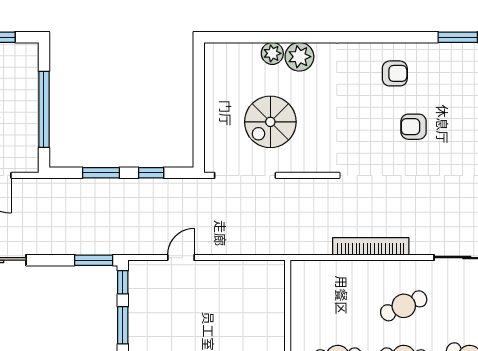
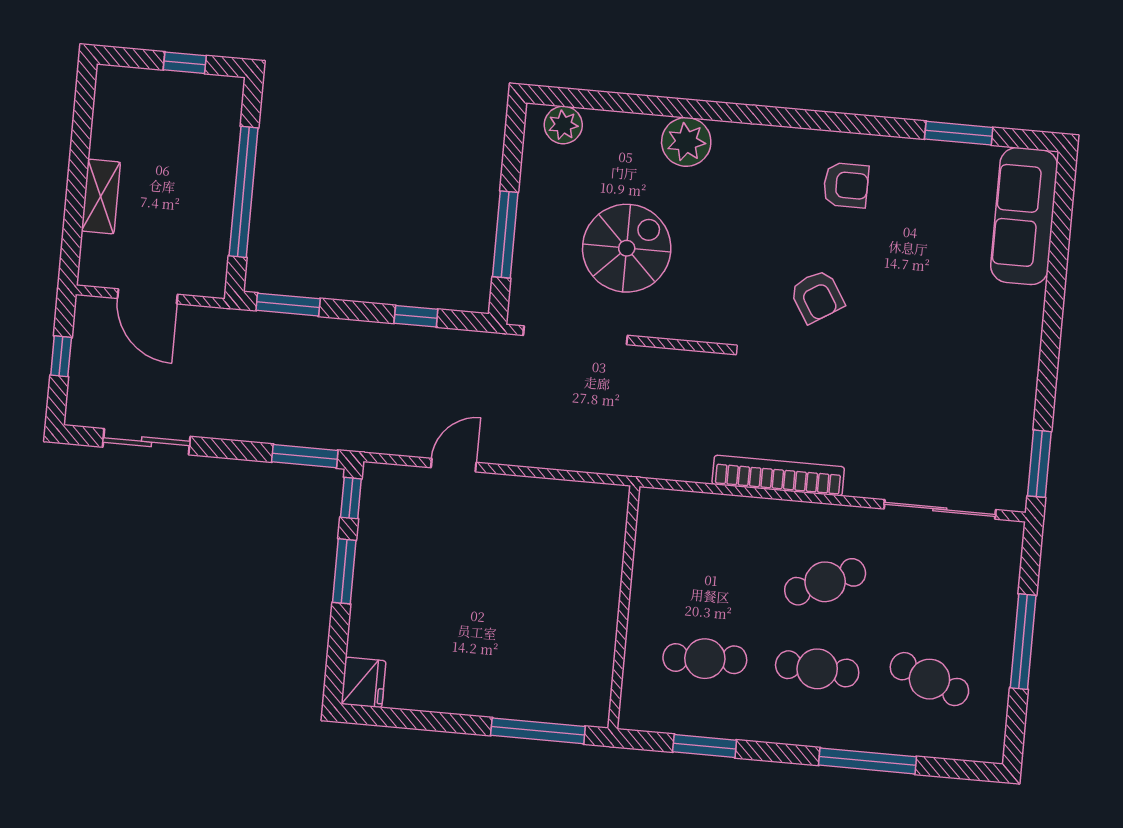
plant: (272, 53) -> (563, 125), moved
window: (199, 120) -> (505, 234), added
spiral stairs: (270, 122) -> (627, 248), turned 180
armchair: (414, 127) -> (817, 296), moved, turned -122
window: (101, 173) -> (288, 305), moved

